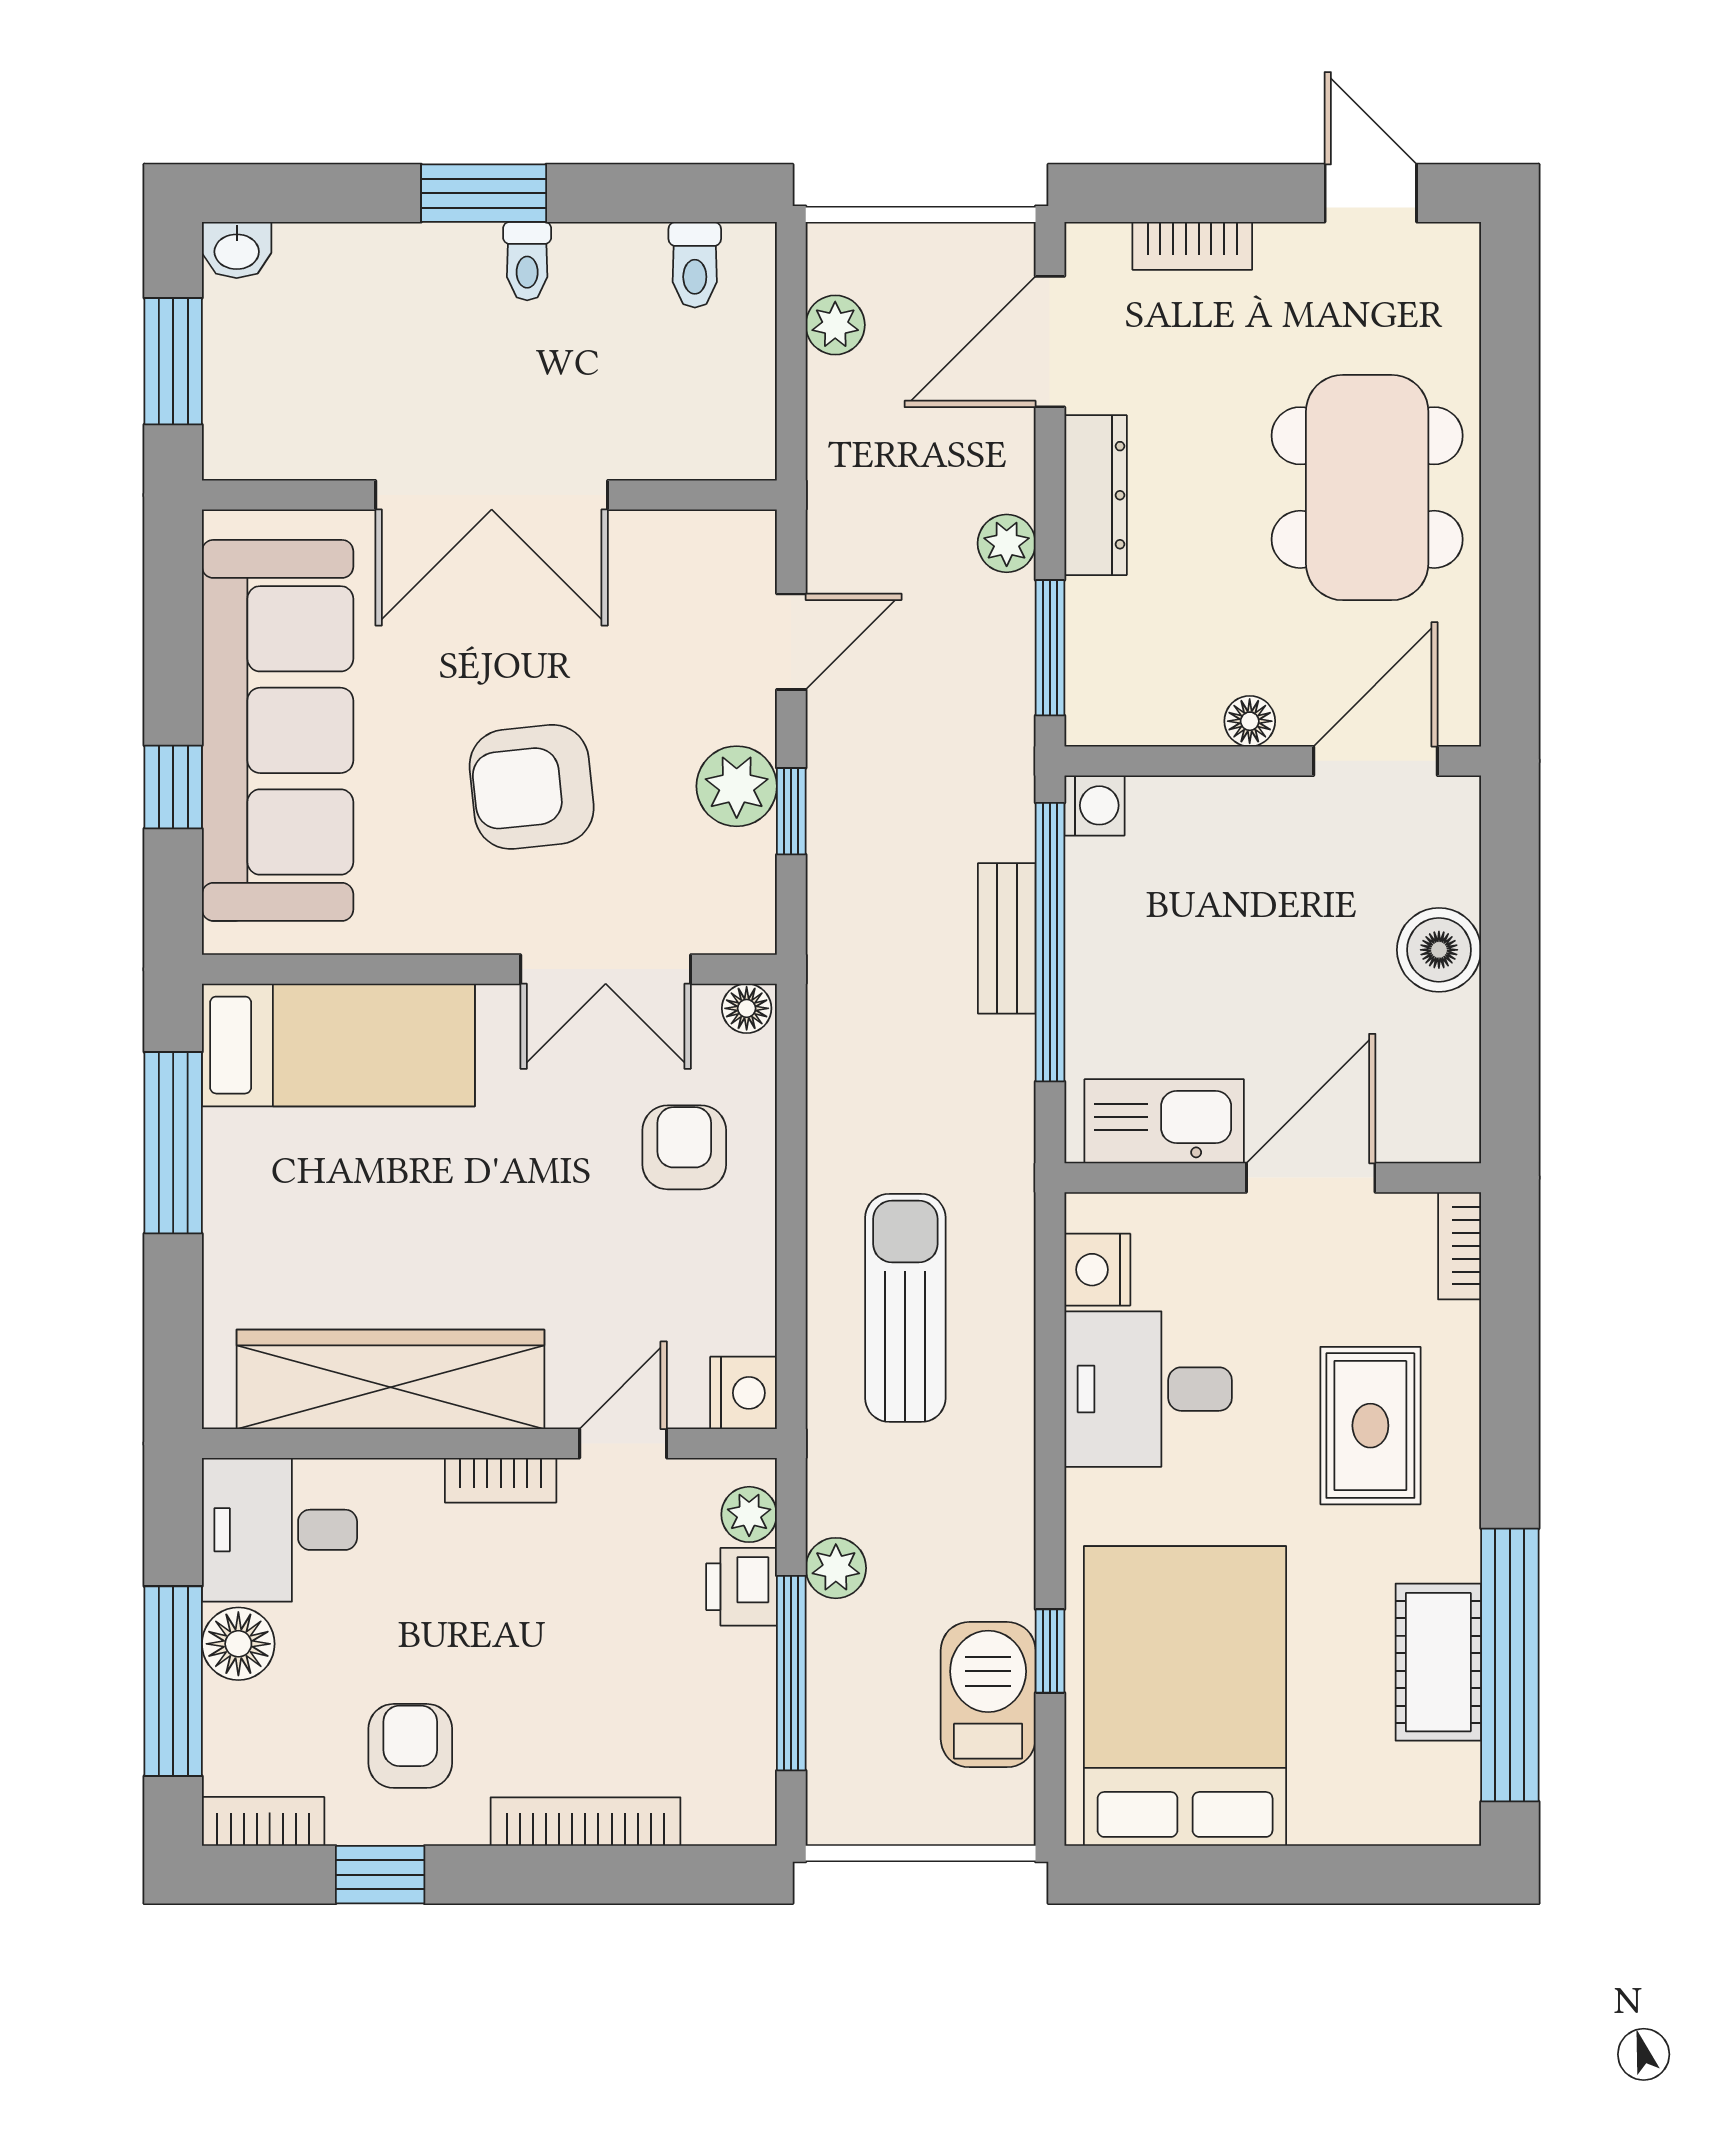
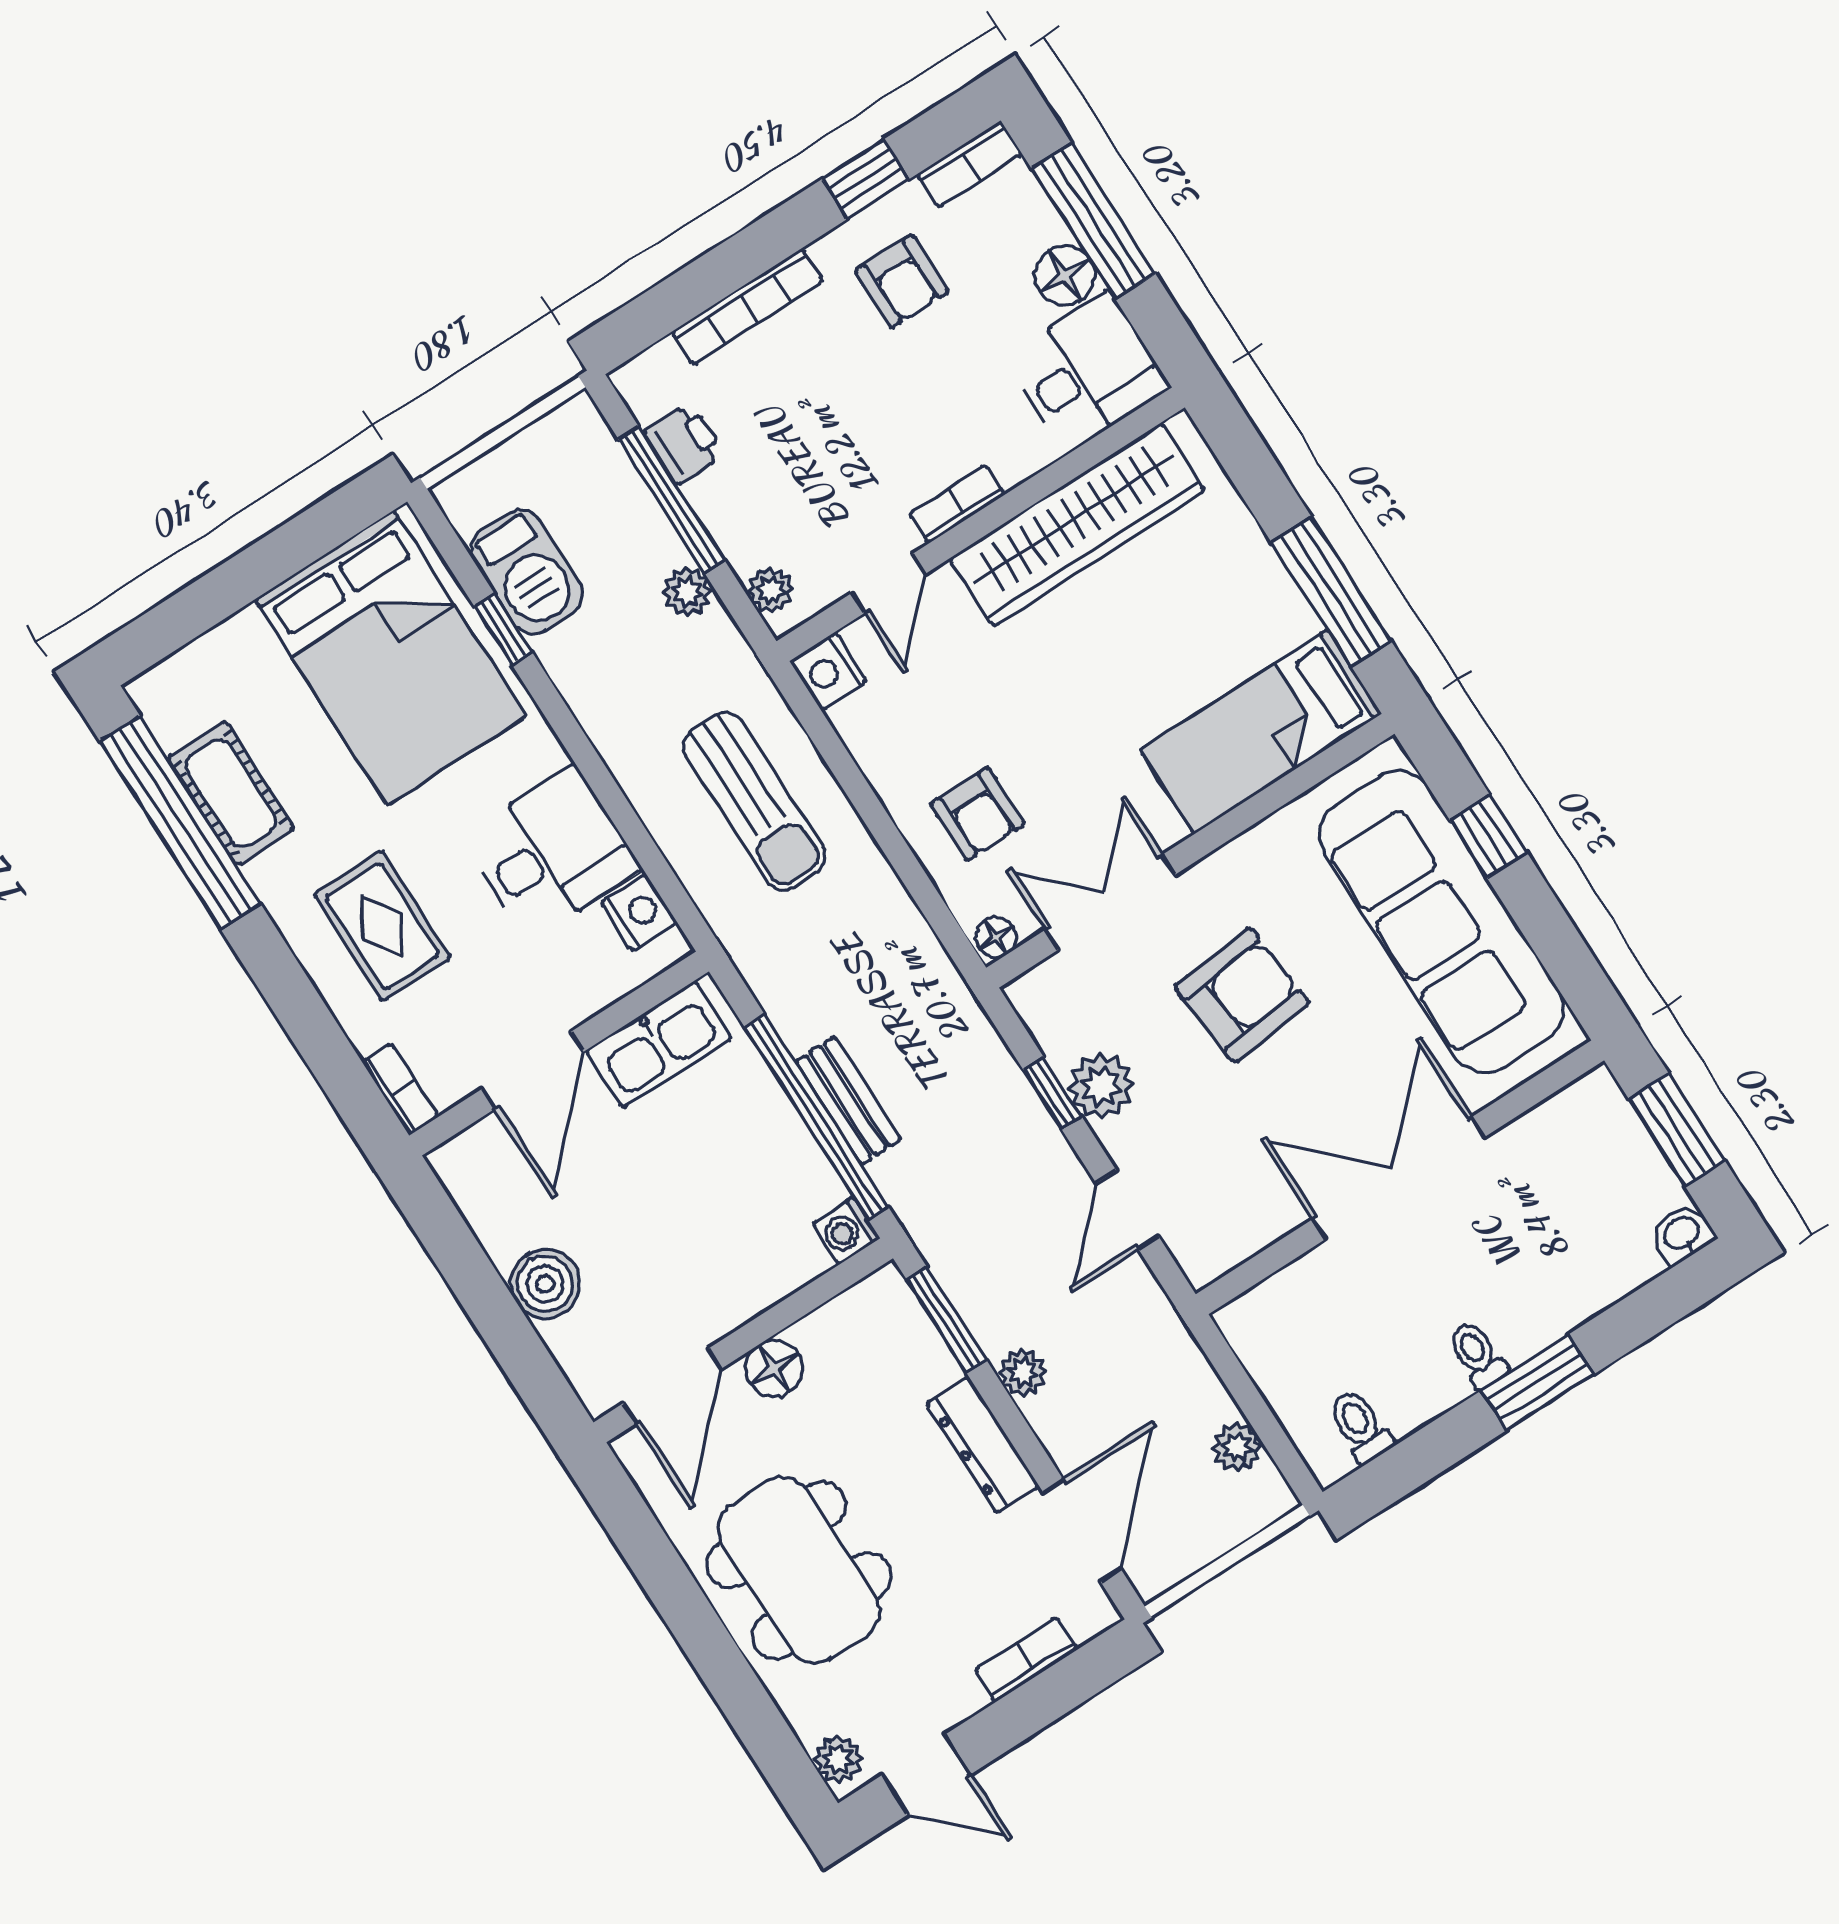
plant: (1452, 267) -> (838, 1759), added
floor lamp: (1250, 721) -> (774, 1368), width x1.37, depth x1.37
printer: (742, 1587) -> (684, 444), moved

